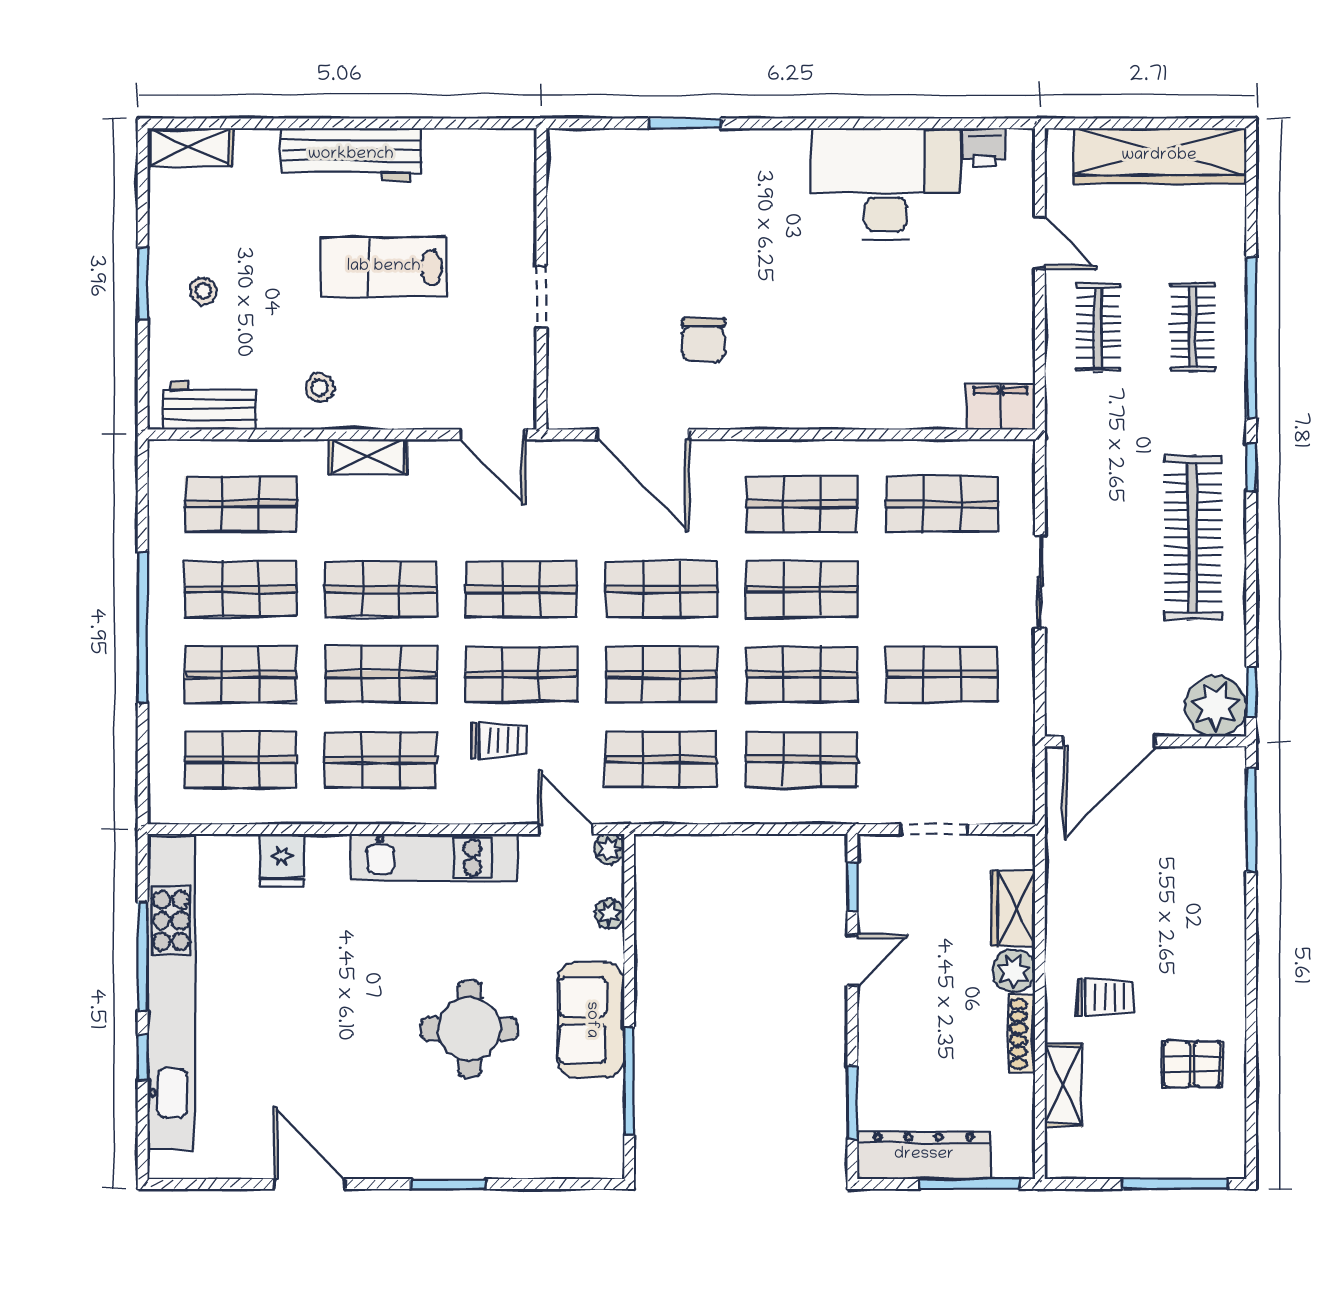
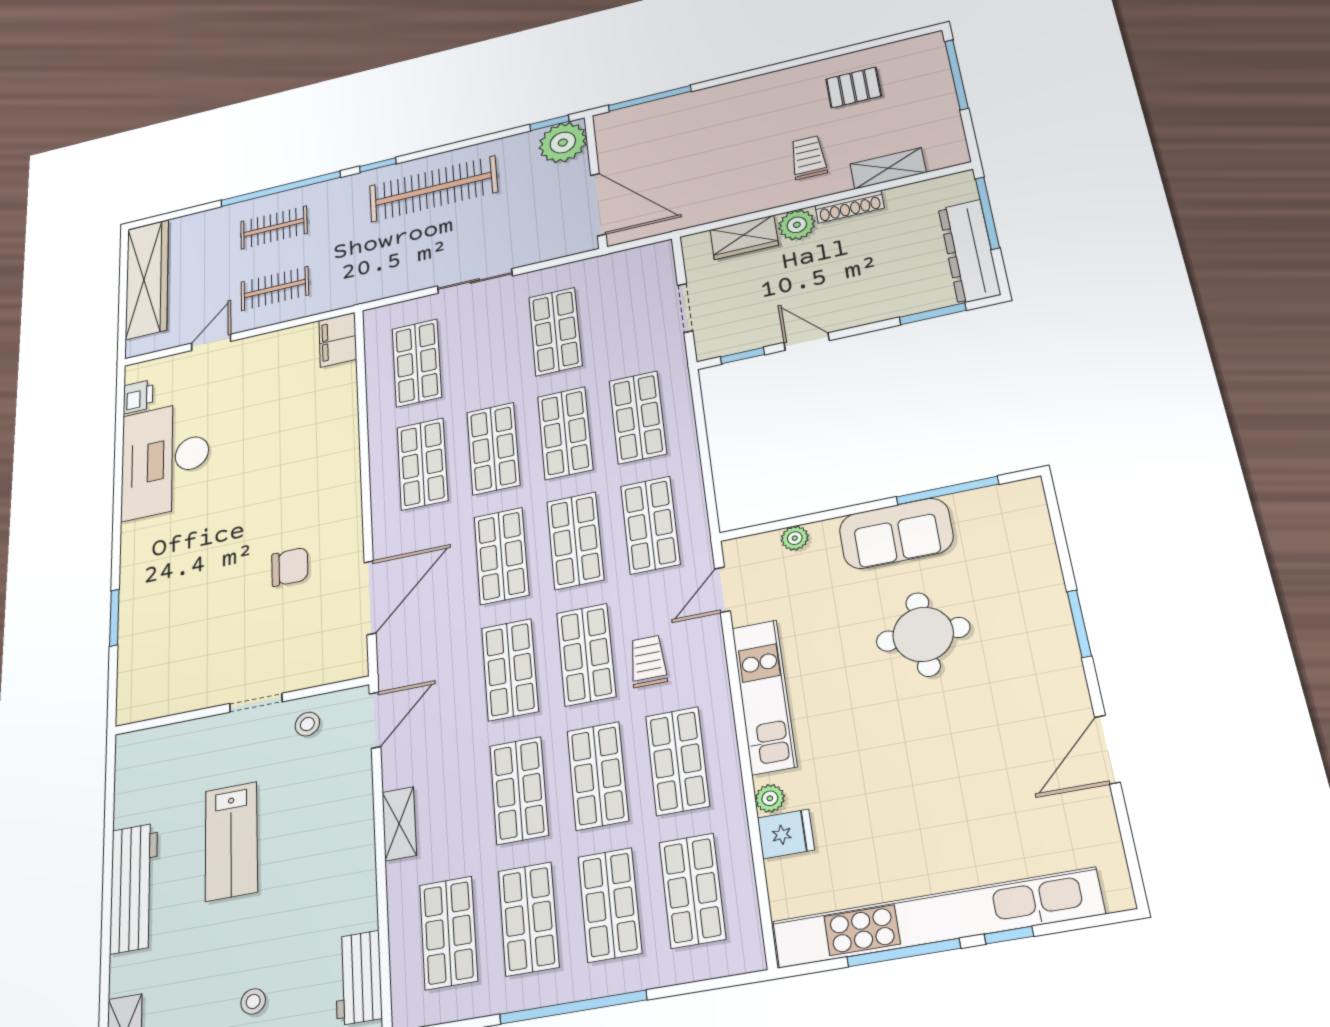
stool: (320, 388) -> (307, 724), moved
plant: (609, 849) -> (770, 798), moved
pallet: (1192, 1064) -> (854, 87), turned 90

